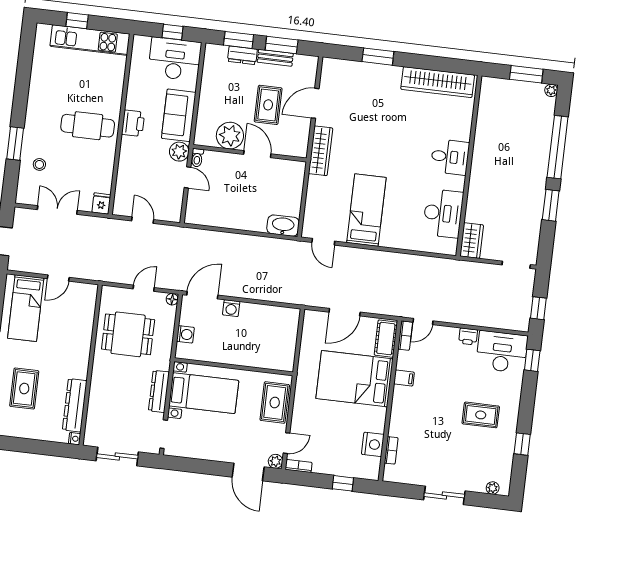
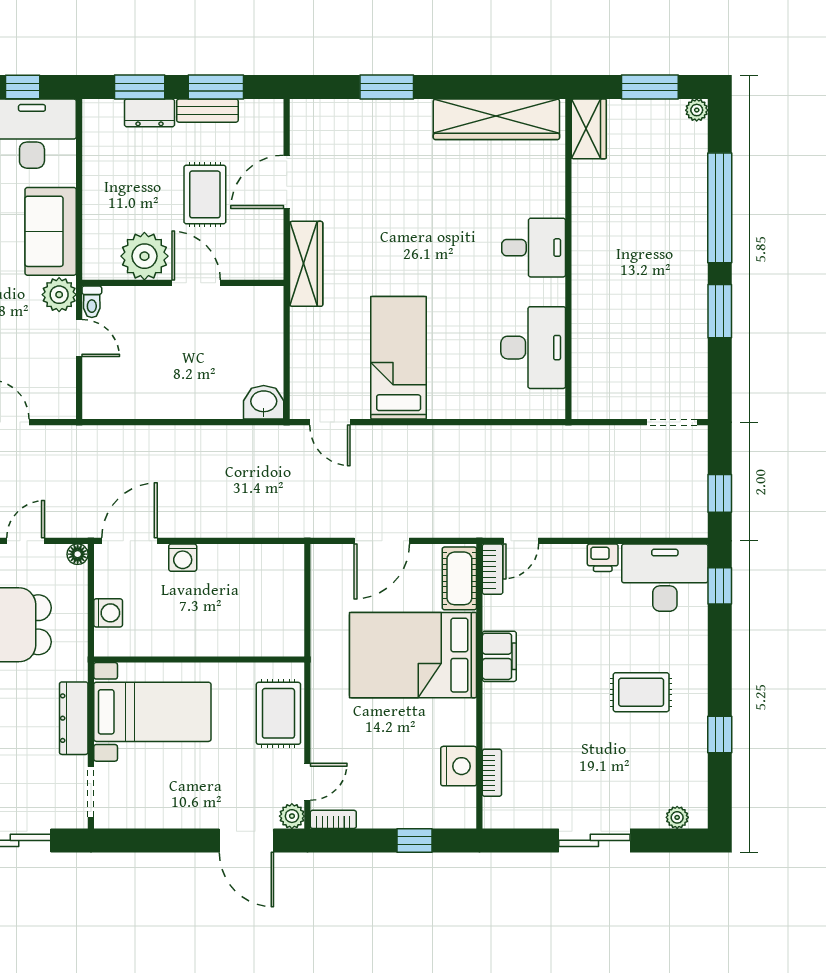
washbasin: (283, 226) -> (264, 402), width x0.72
wardrobe: (472, 241) -> (589, 129), moved
filing cabinet: (404, 378) -> (499, 656), width x2.00

